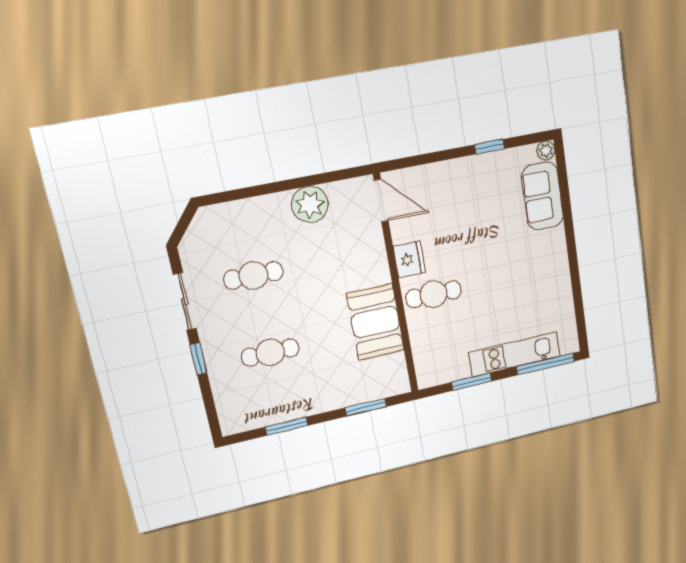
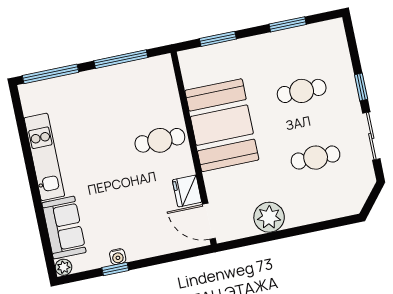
water cooler: (486, 161) -> (118, 257), added
fridge: (409, 260) -> (187, 191), moved
booth: (375, 322) -> (222, 125), width x1.36, depth x1.42
kitchen unit: (515, 354) -> (44, 157), moved, turned -90
window: (472, 382) -> (121, 59), width x1.44

